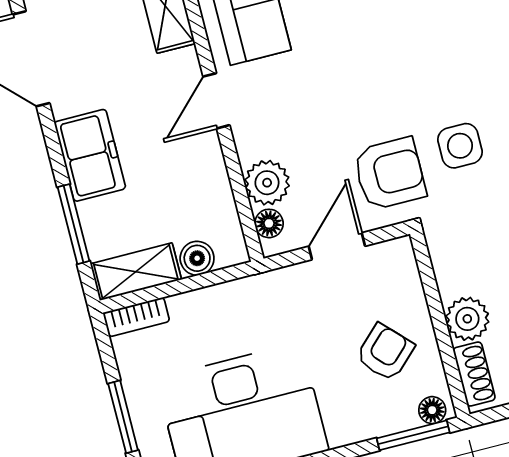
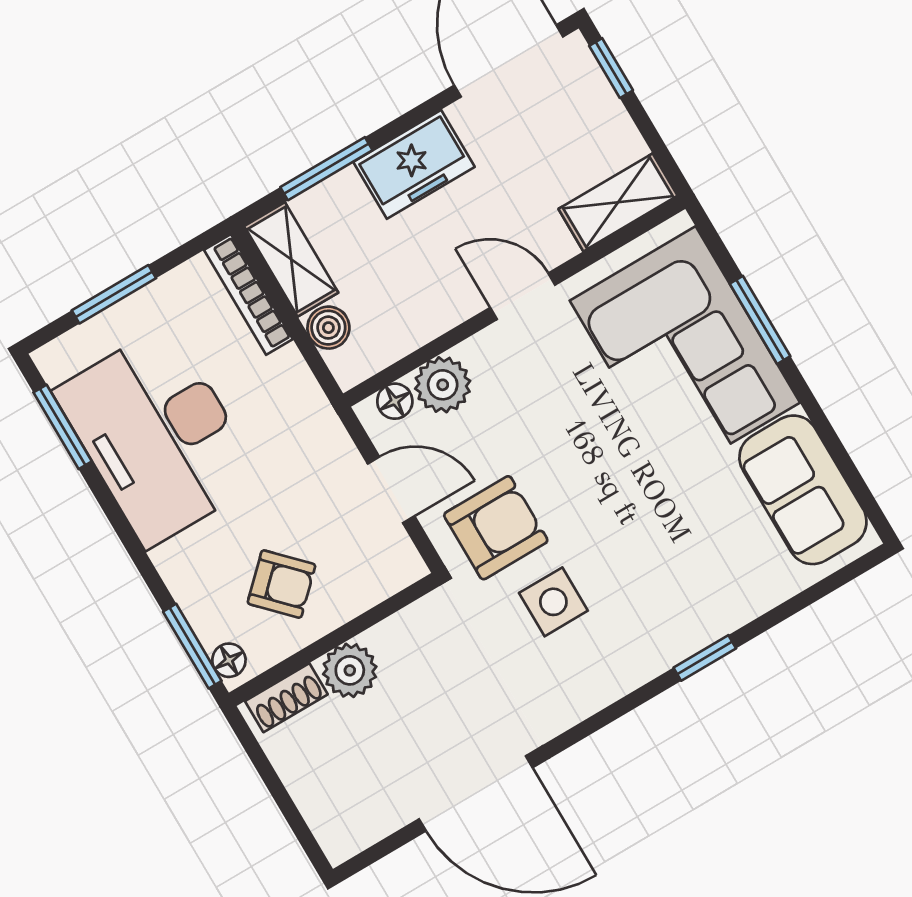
armchair: (390, 174) -> (496, 528), turned -90
bookcase: (136, 317) -> (248, 294), width x1.56

